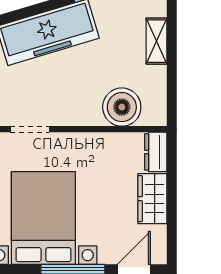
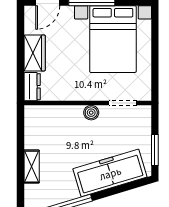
boiler: (122, 107) -> (91, 113), moved, width x0.54, depth x0.54

